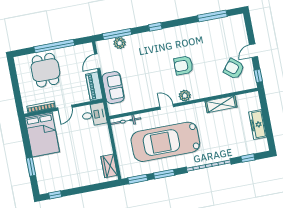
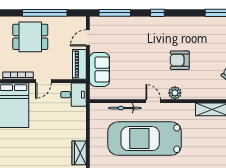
plant: (120, 43) -> (116, 23), removed
dining table: (45, 70) -> (30, 37), turned 90
bicycle: (126, 121) -> (125, 108), moved

